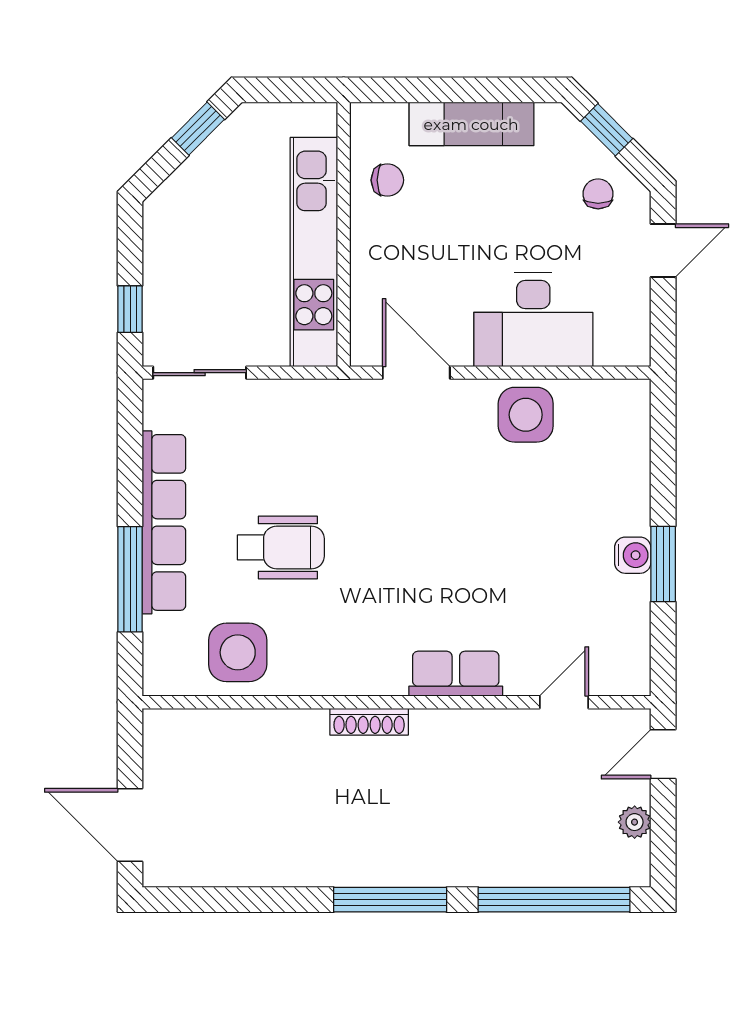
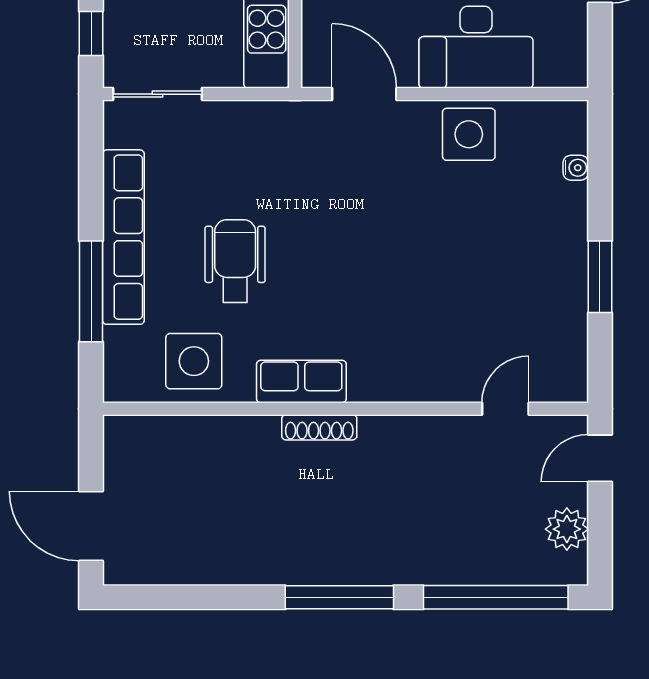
wheelchair: (281, 547) -> (235, 261), turned -90
water cooler: (633, 555) -> (576, 168), moved, width x0.72, depth x0.72
row of seats: (456, 674) -> (301, 381), moved
plant: (635, 822) -> (567, 529), width x1.38, depth x1.38

